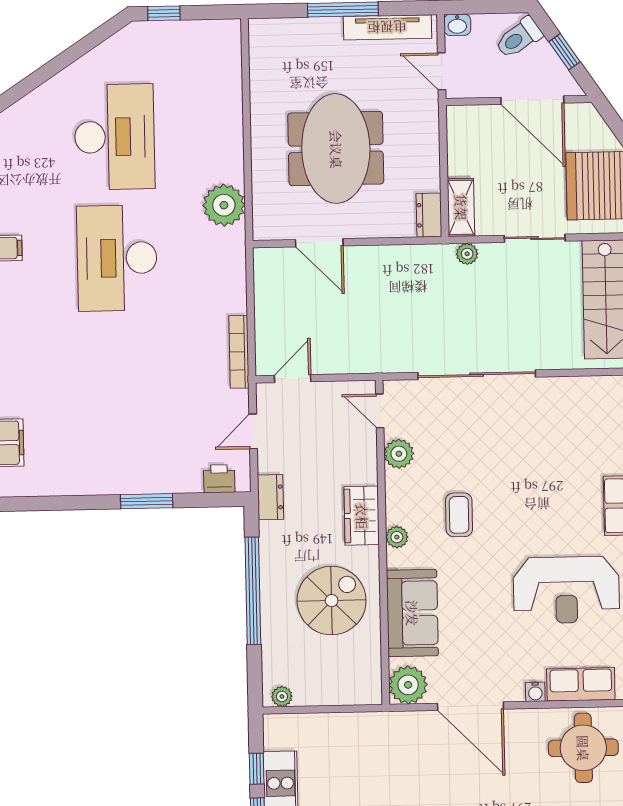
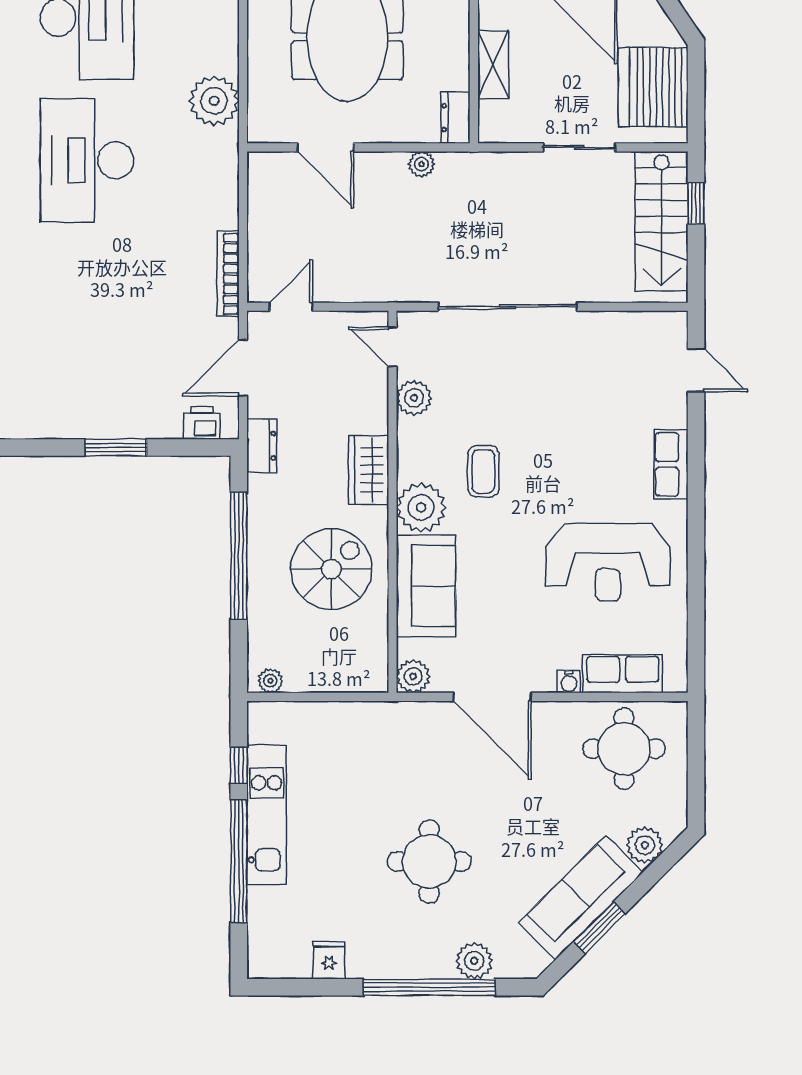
shelving: (461, 207) -> (493, 65), moved
plant: (467, 254) -> (421, 164), moved
door: (253, 431) -> (243, 368), width x1.38
plant: (397, 537) -> (421, 507), width x1.88, depth x1.88
plant: (408, 685) -> (413, 676), width x0.73, depth x0.73

